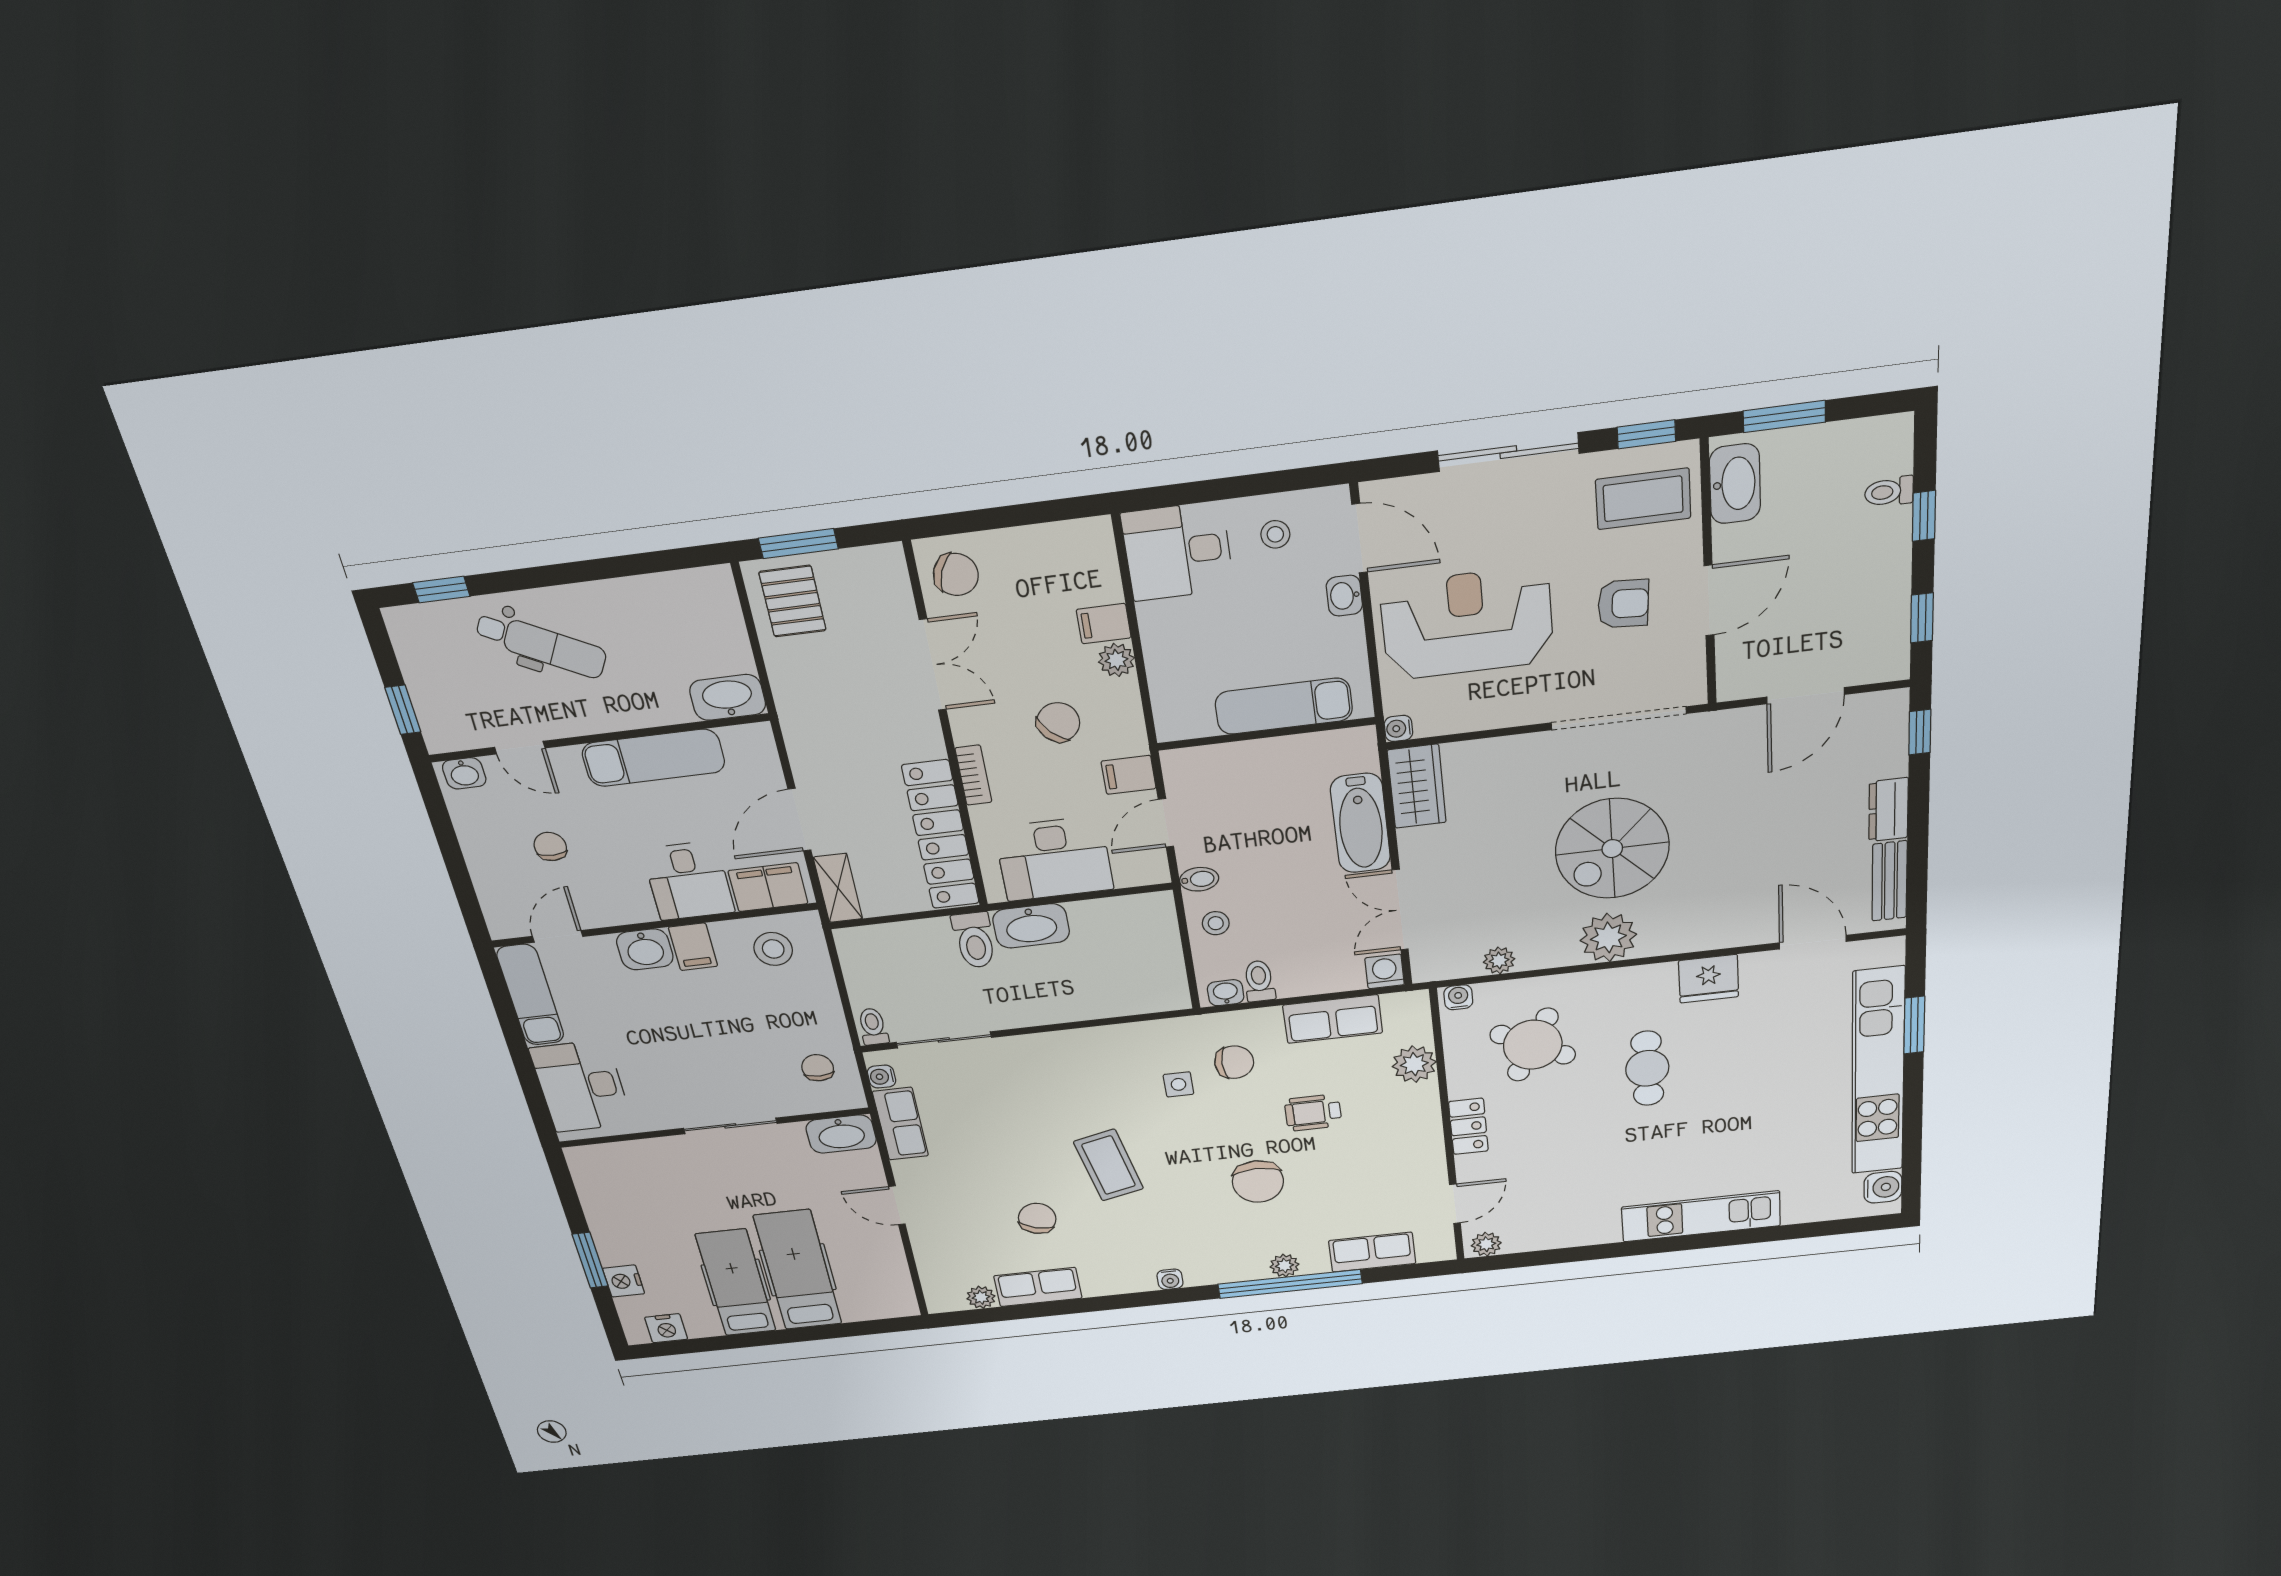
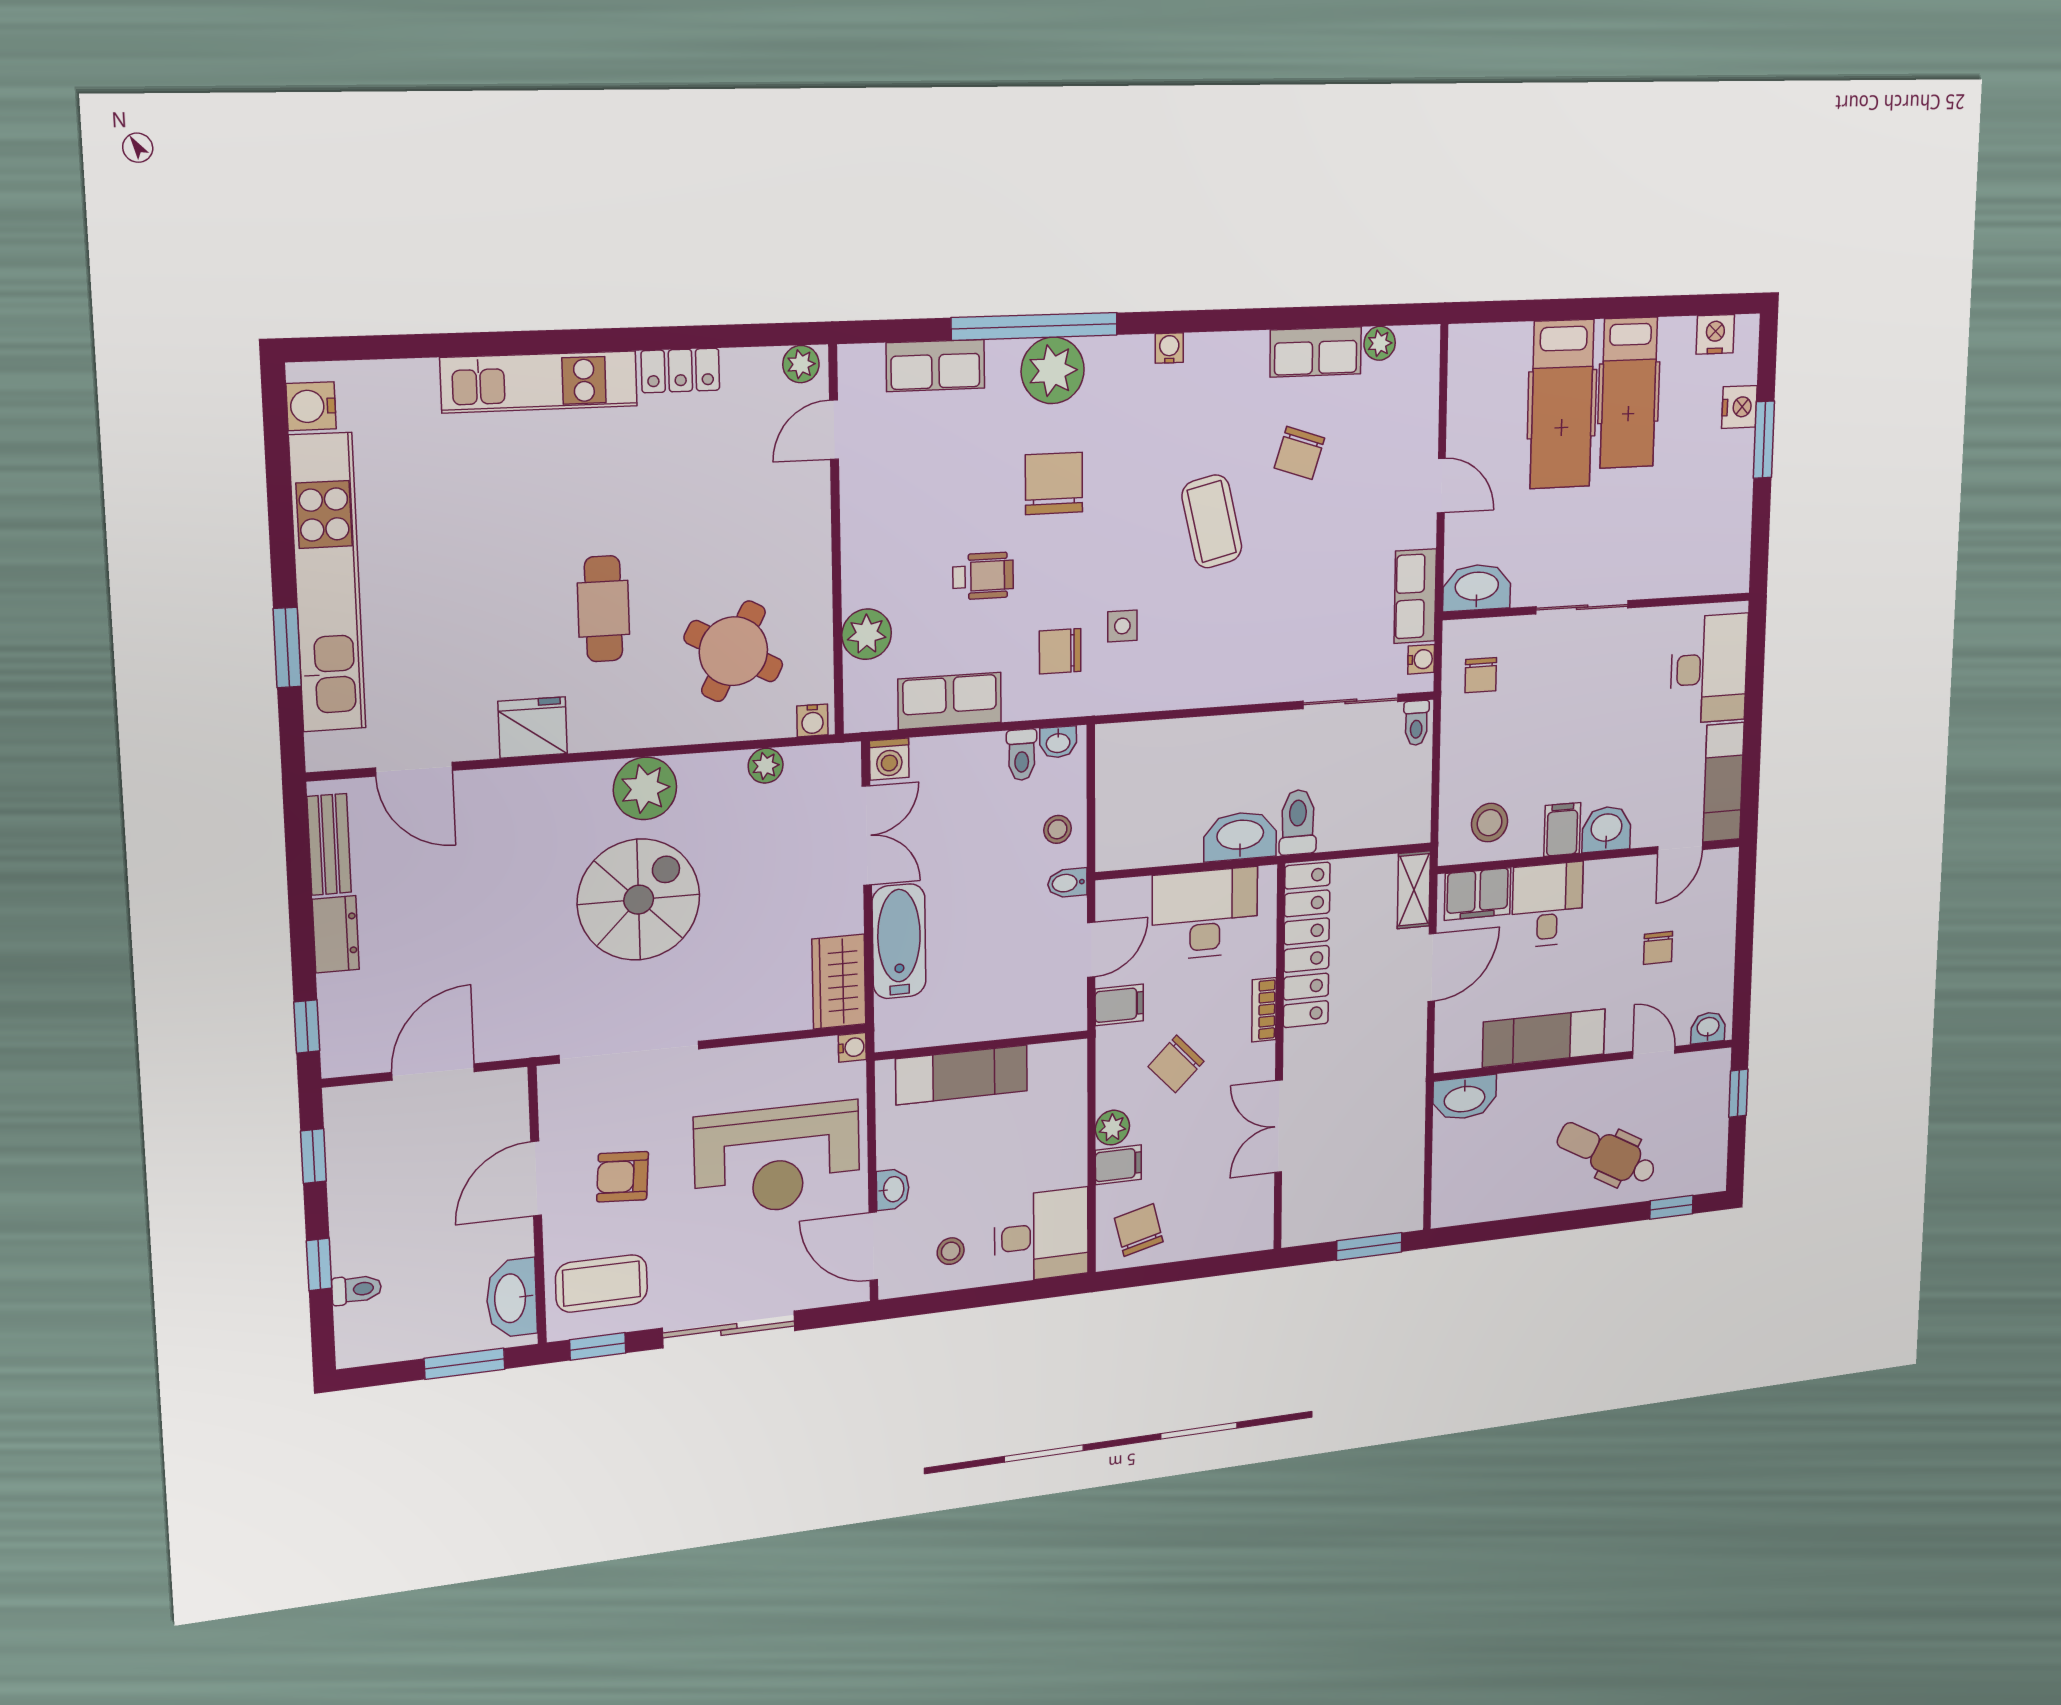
chair: (956, 574) -> (1139, 1230), moved, turned 54
pallet: (793, 601) -> (1387, 1192), removed
locker: (1468, 1126) -> (680, 370), moved, turned -90
plant: (1285, 1266) -> (1053, 370), width x1.88, depth x1.88

